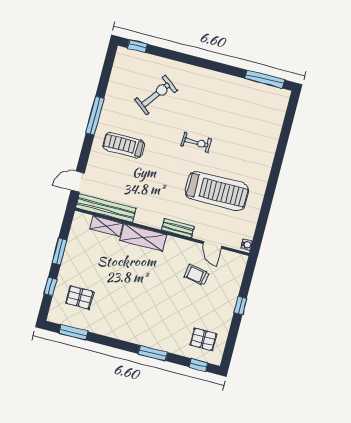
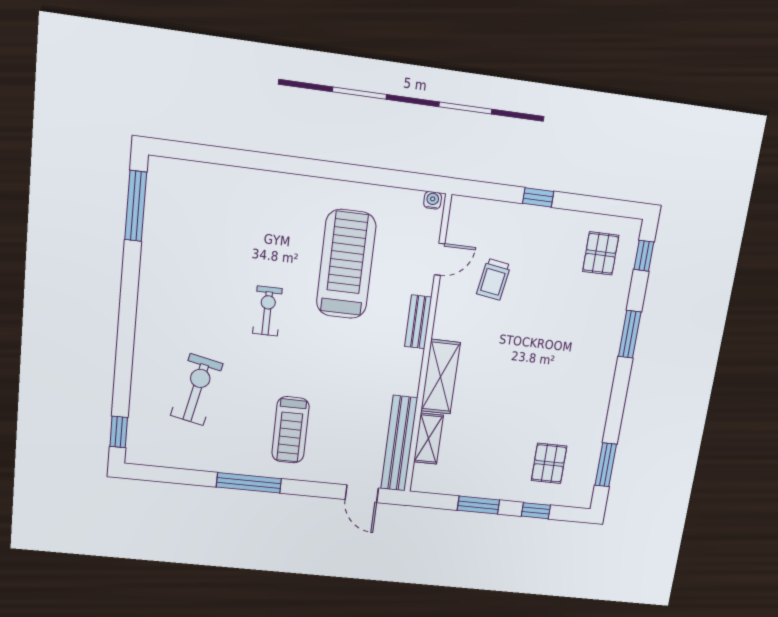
exercise bike: (156, 95) -> (197, 390), turned 65

